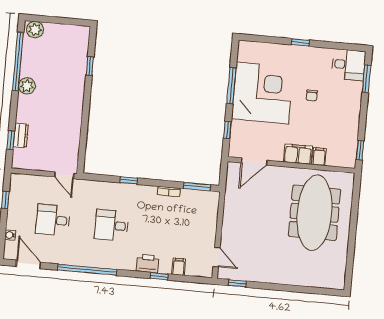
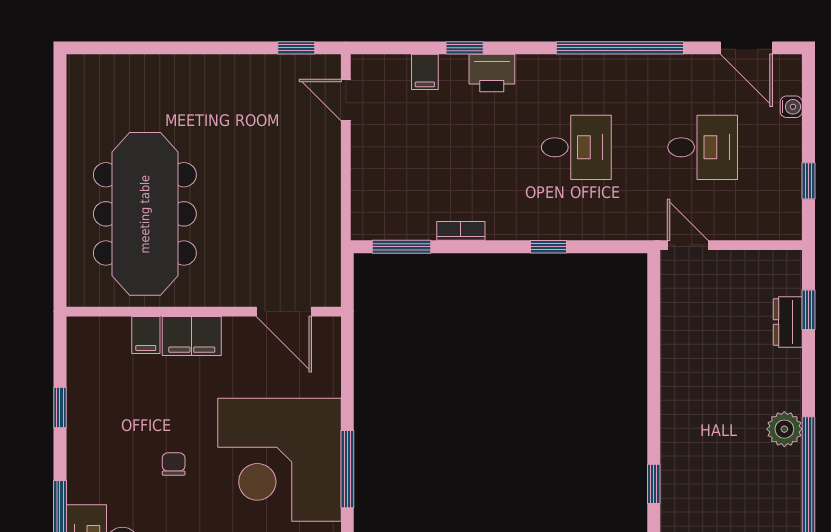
window: (227, 130) -> (347, 374), removed
window: (360, 150) -> (60, 407), moved
door: (254, 162) -> (284, 312), swing flipped

